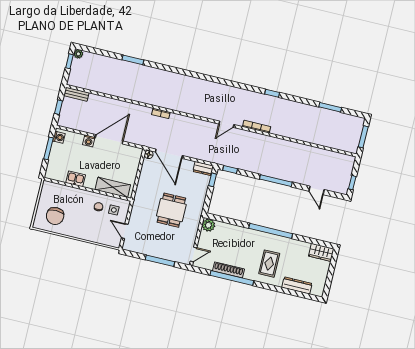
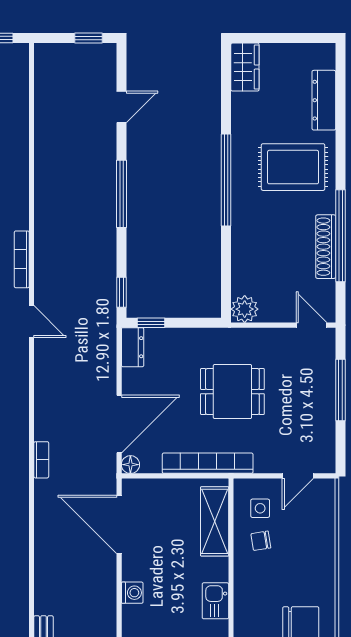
door: (109, 139) -> (119, 524), moved
bookcase: (141, 191) -> (208, 463), added
rug: (269, 264) -> (293, 167), width x1.36, depth x1.43

